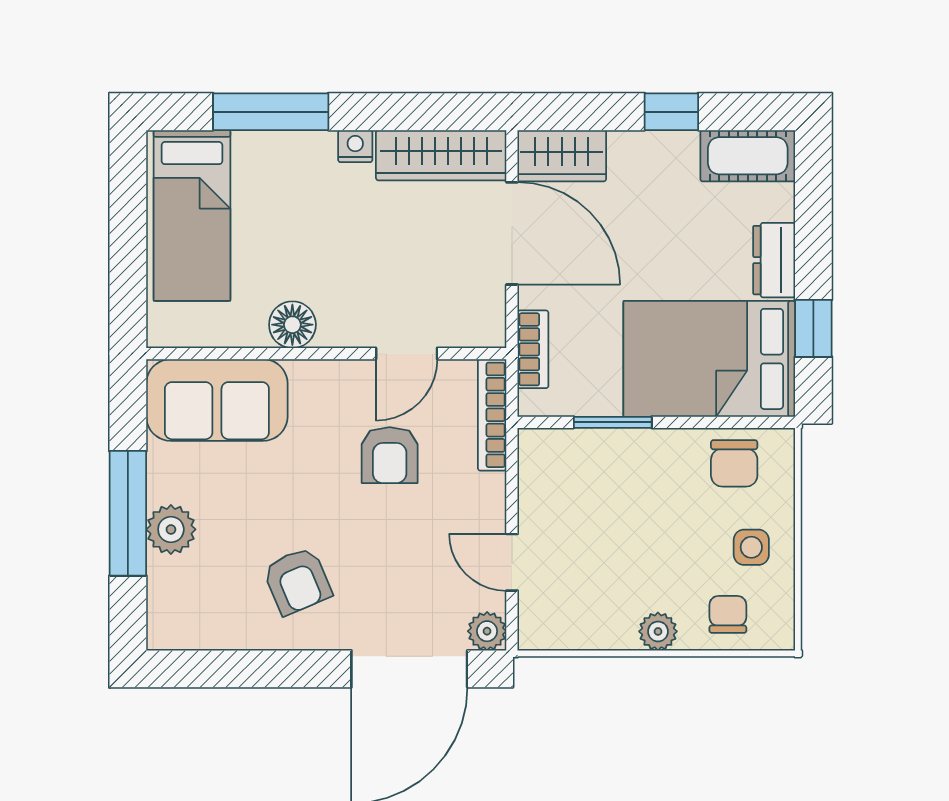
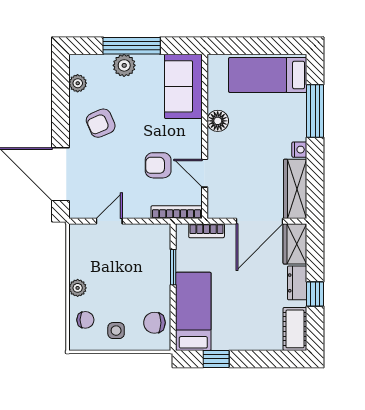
dresser: (774, 260) -> (297, 283), moved, turned -90
bed: (709, 359) -> (193, 311), width x0.67
plant: (487, 631) -> (78, 83), moved

